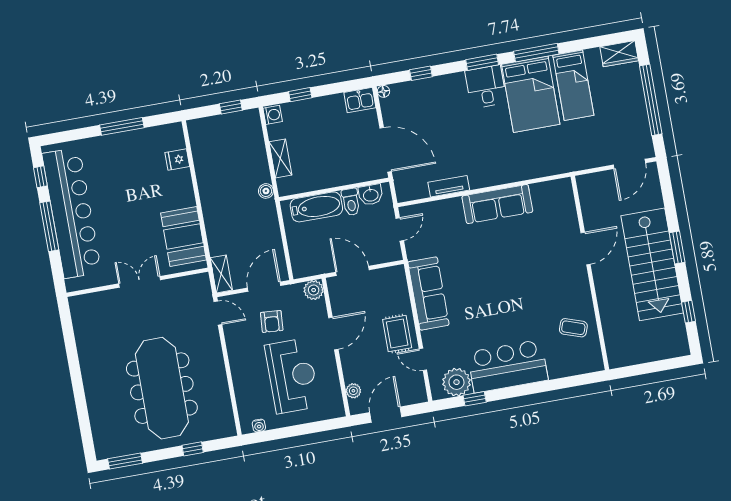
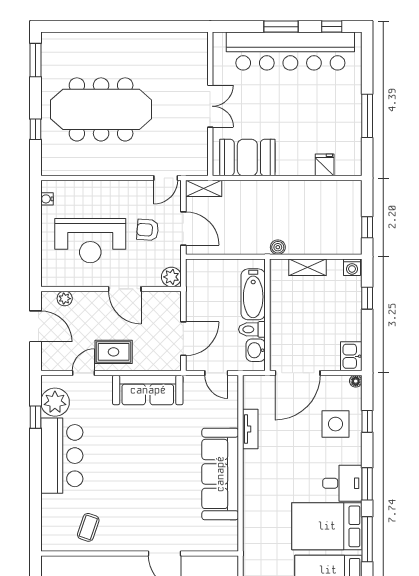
side table: (429, 104) -> (335, 424), added
sofa: (497, 204) -> (220, 474), width x1.36, depth x1.27
window: (49, 226) -> (281, 27), width x0.69
door: (352, 271) -> (183, 339), moved

